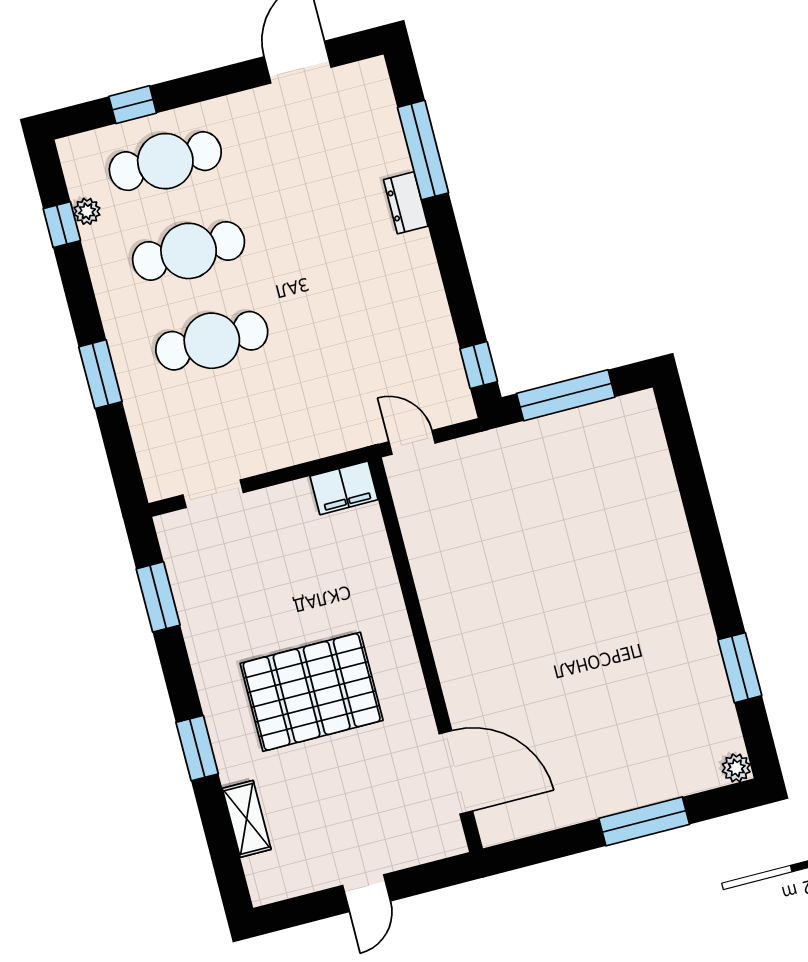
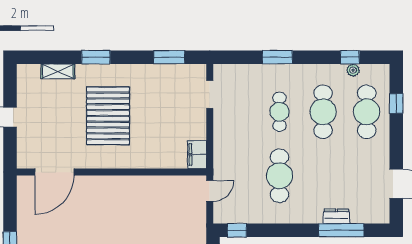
dresser: (406, 203) -> (336, 216), moved
cafe table: (344, 307) -> (279, 176), added
cafe table: (212, 341) -> (279, 112), width x0.73, depth x0.74

